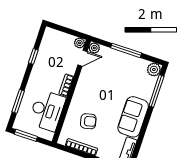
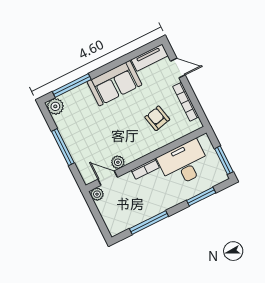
plant: (94, 48) -> (118, 162), moved
window: (33, 56) -> (149, 223), width x2.17

